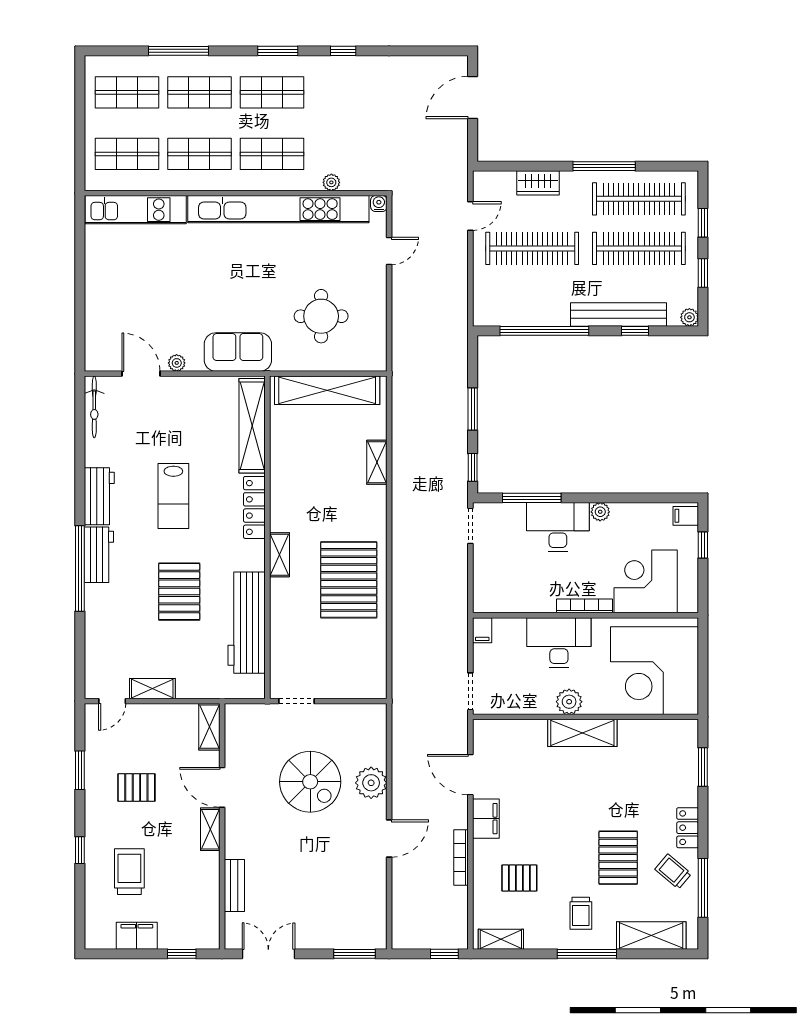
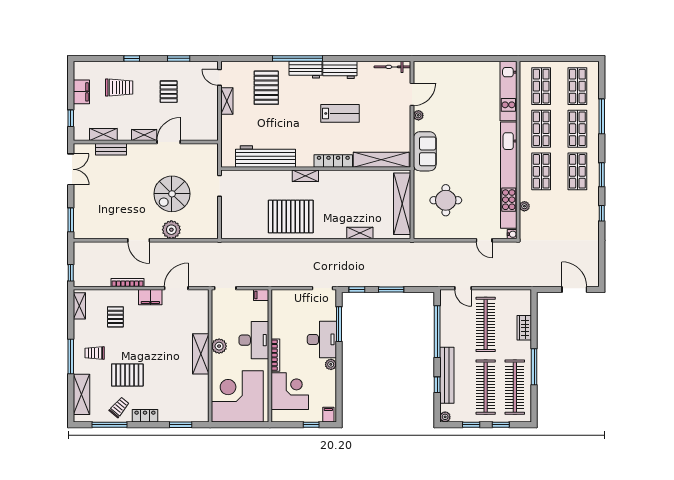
door: (470, 216) -> (463, 288), moved
lab bench: (173, 496) -> (340, 113), turned 180
pallet: (179, 592) -> (266, 88), moved, turned 90
shelving: (209, 727) -> (103, 135), moved

